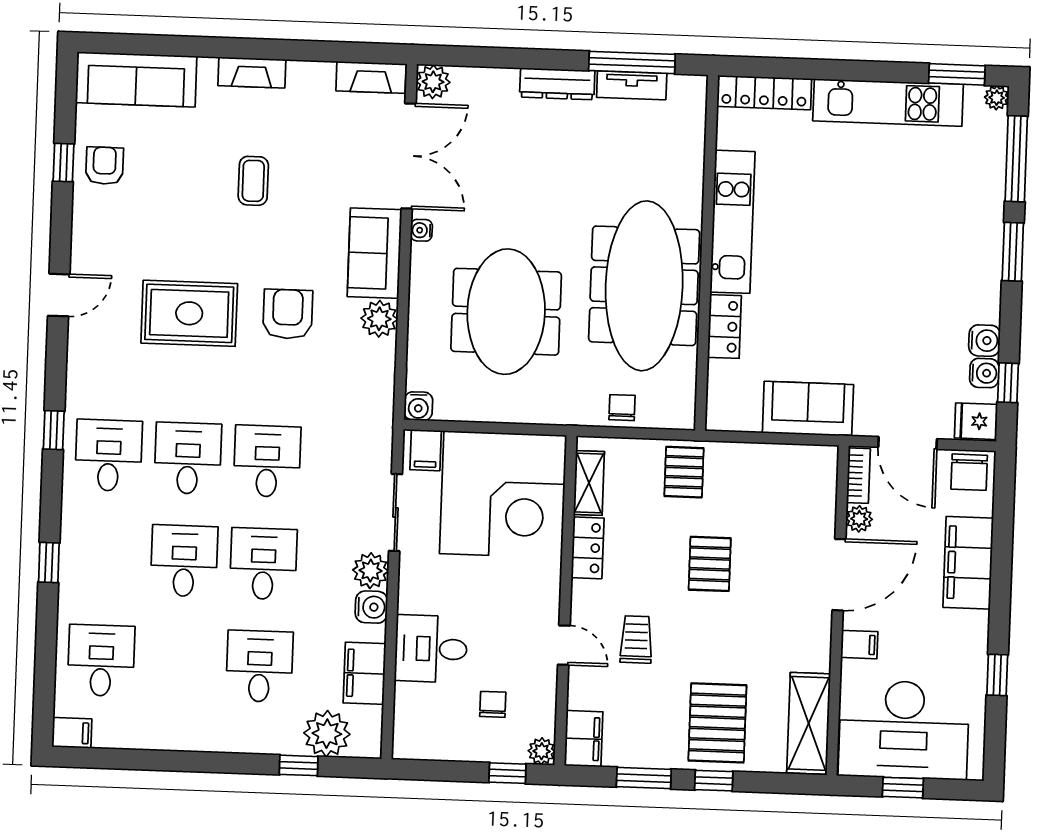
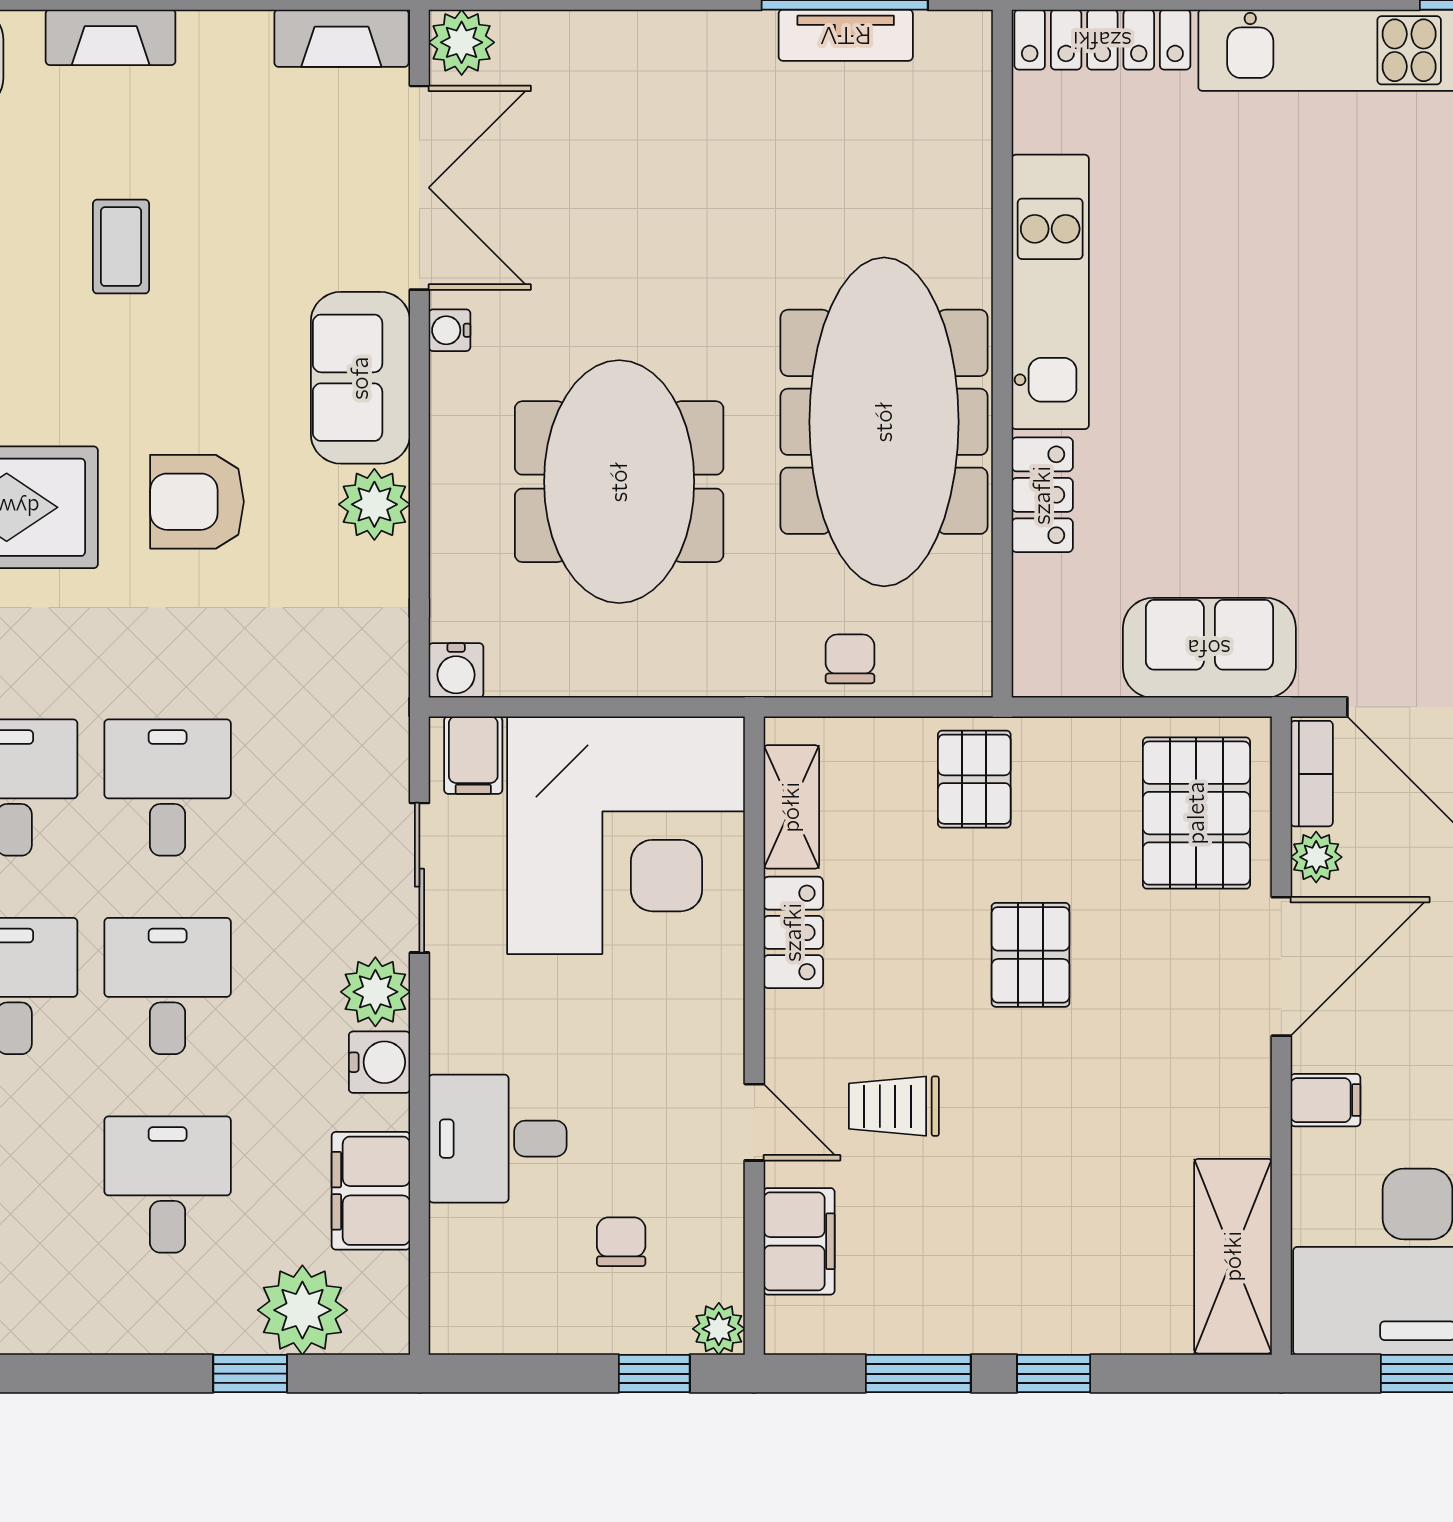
dresser: (557, 84) -> (702, 38), removed
armchair: (288, 314) -> (197, 502), turned -90
trolley: (636, 639) -> (894, 1106), turned -90
pallet: (717, 723) -> (1196, 813), moved
filing cabinet: (584, 739) -> (799, 1241), moved

